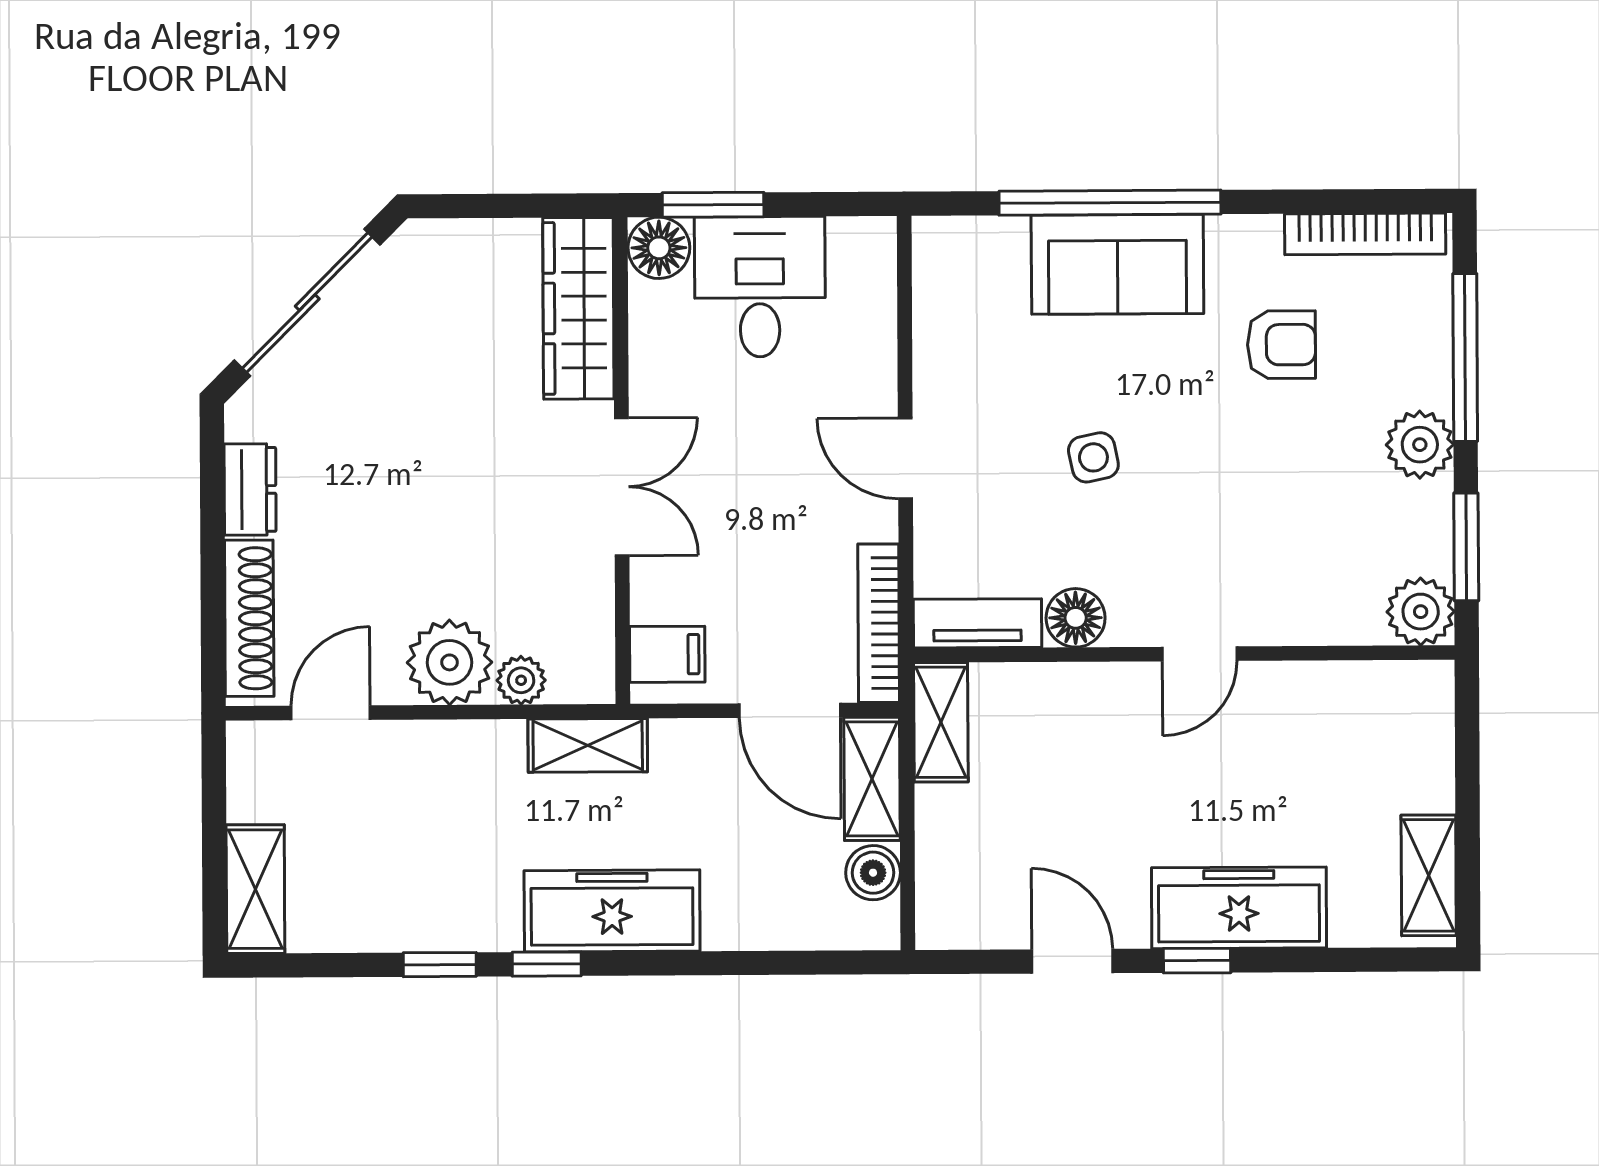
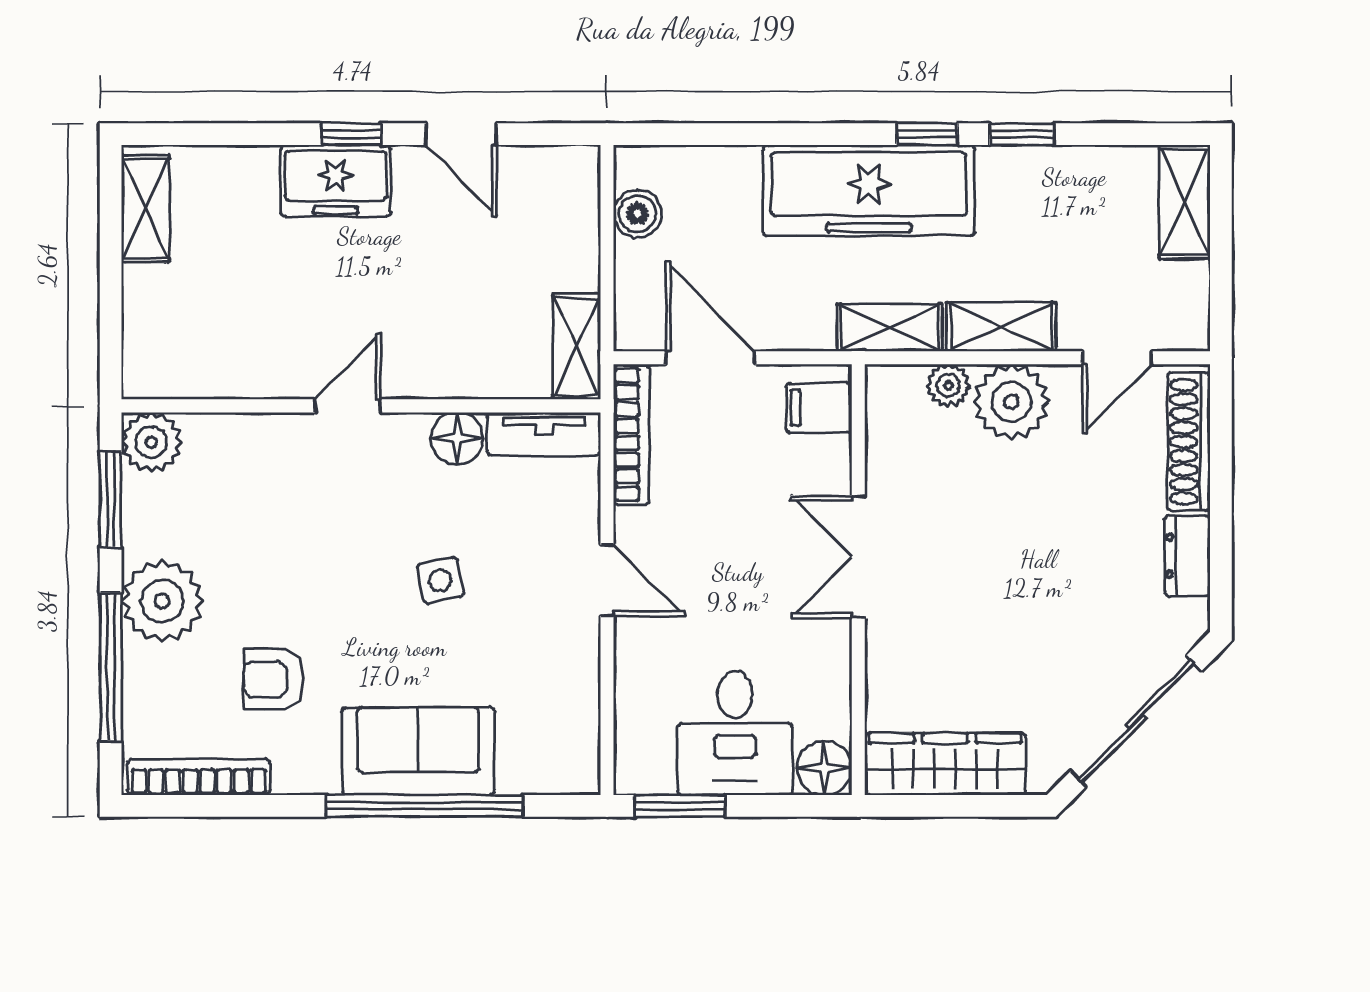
window: (713, 205) -> (680, 806), moved
wardrobe: (578, 308) -> (945, 764), moved, turned -90
plant: (1420, 445) -> (162, 601), width x1.36, depth x1.36
shelving: (872, 779) -> (1001, 327), moved, turned 90
freezer: (1239, 908) -> (336, 181), width x0.71
freezer: (612, 911) -> (869, 190), width x1.36, depth x1.26

